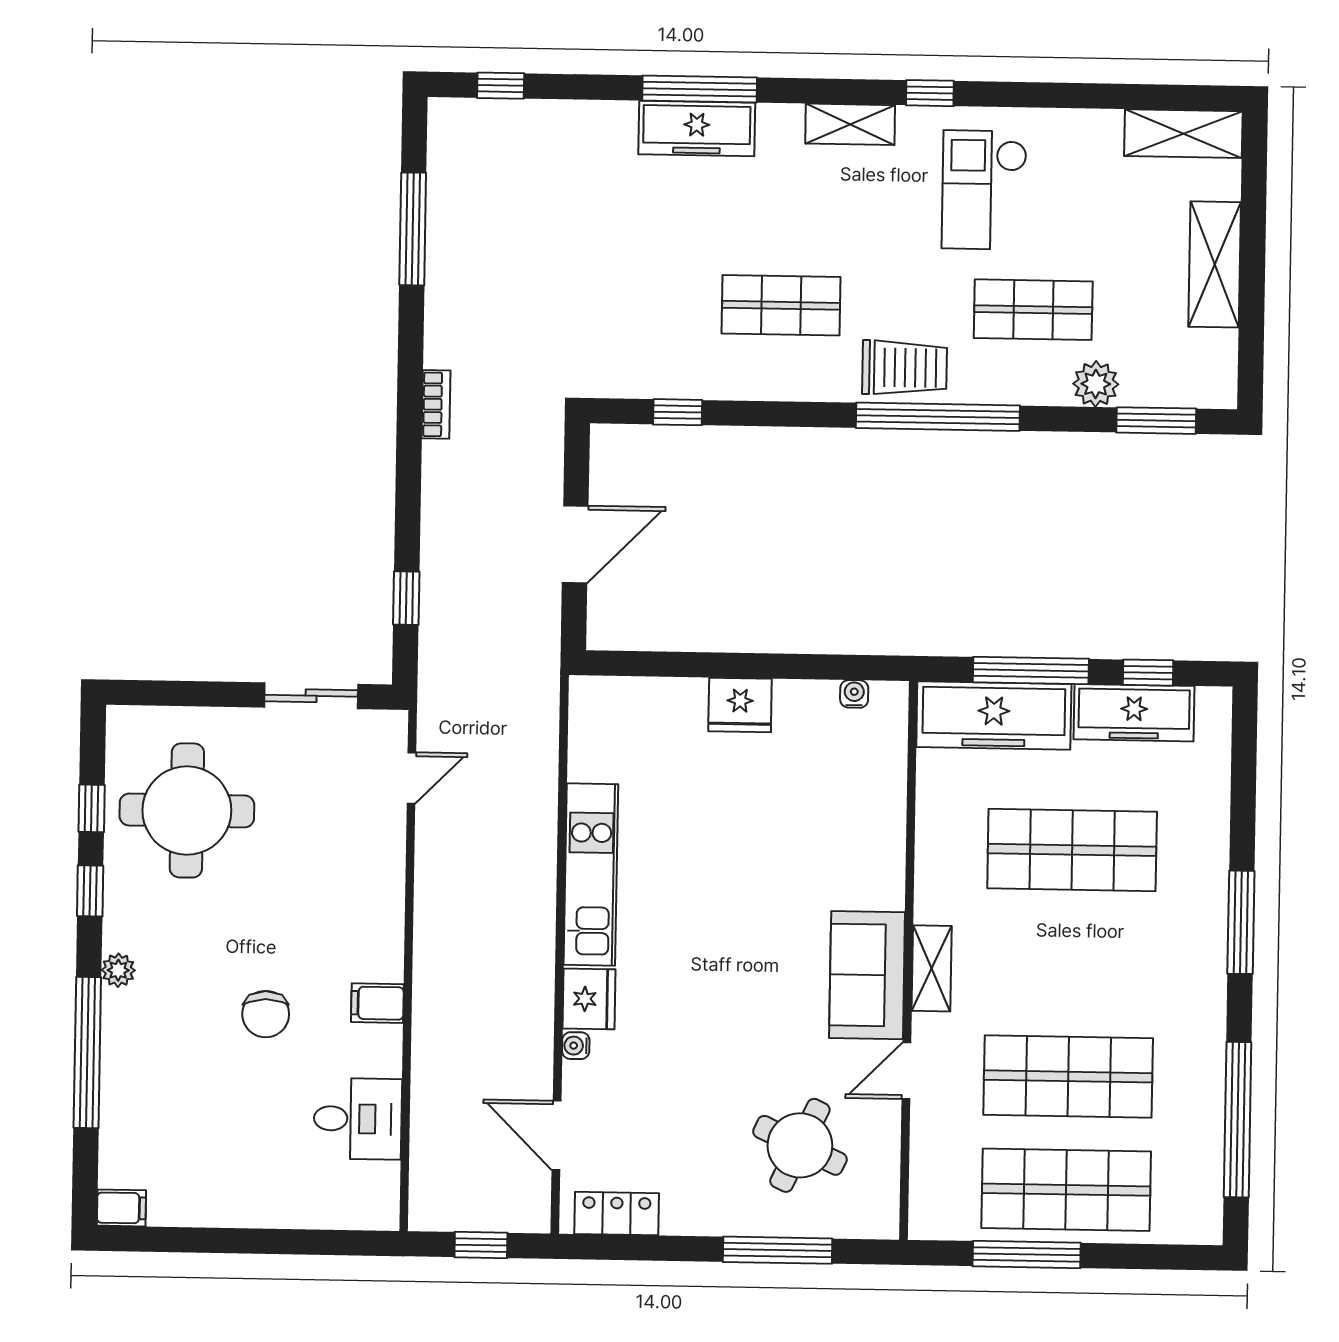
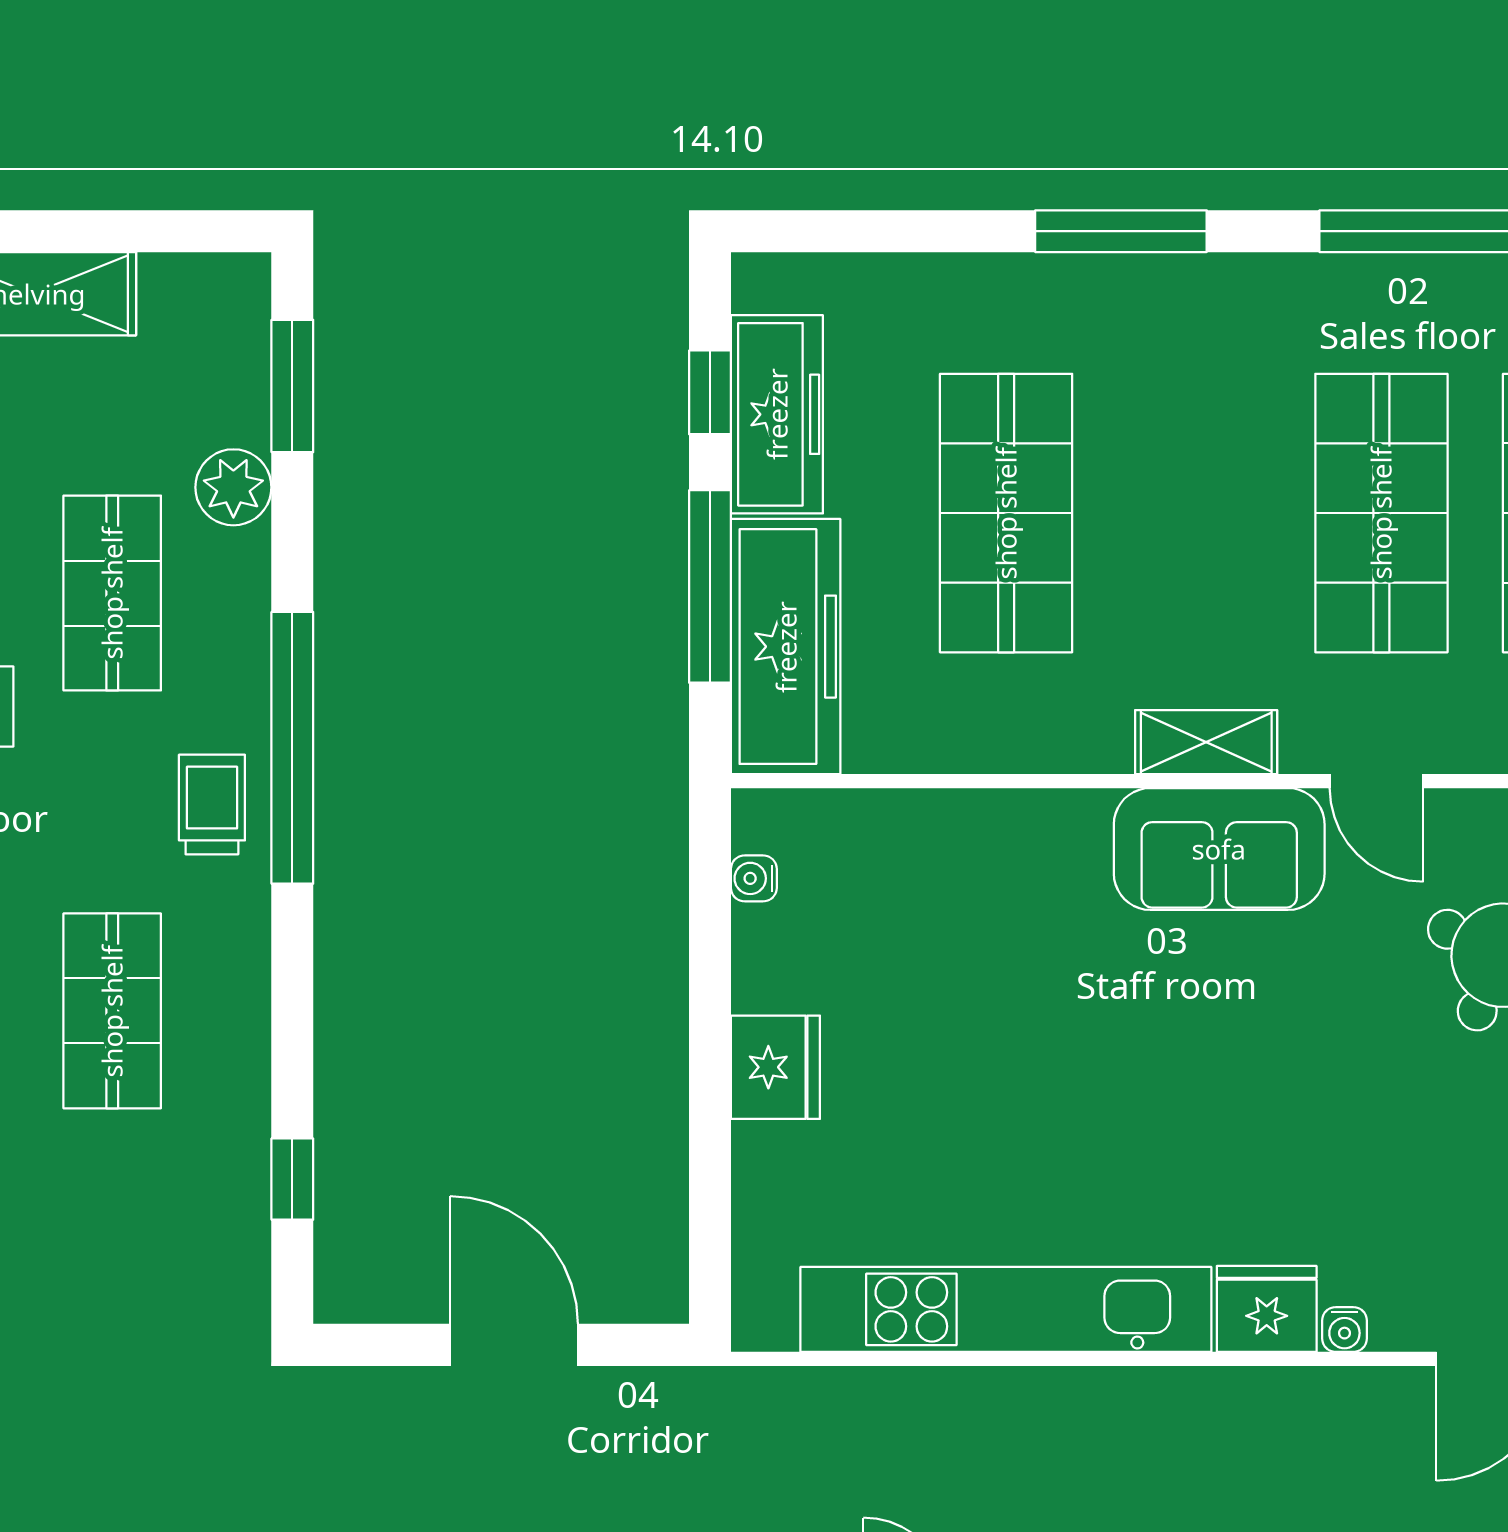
trolley: (905, 368) -> (212, 805), width x0.73, depth x0.72
kitchen unit: (591, 875) -> (1006, 1309), width x1.36

